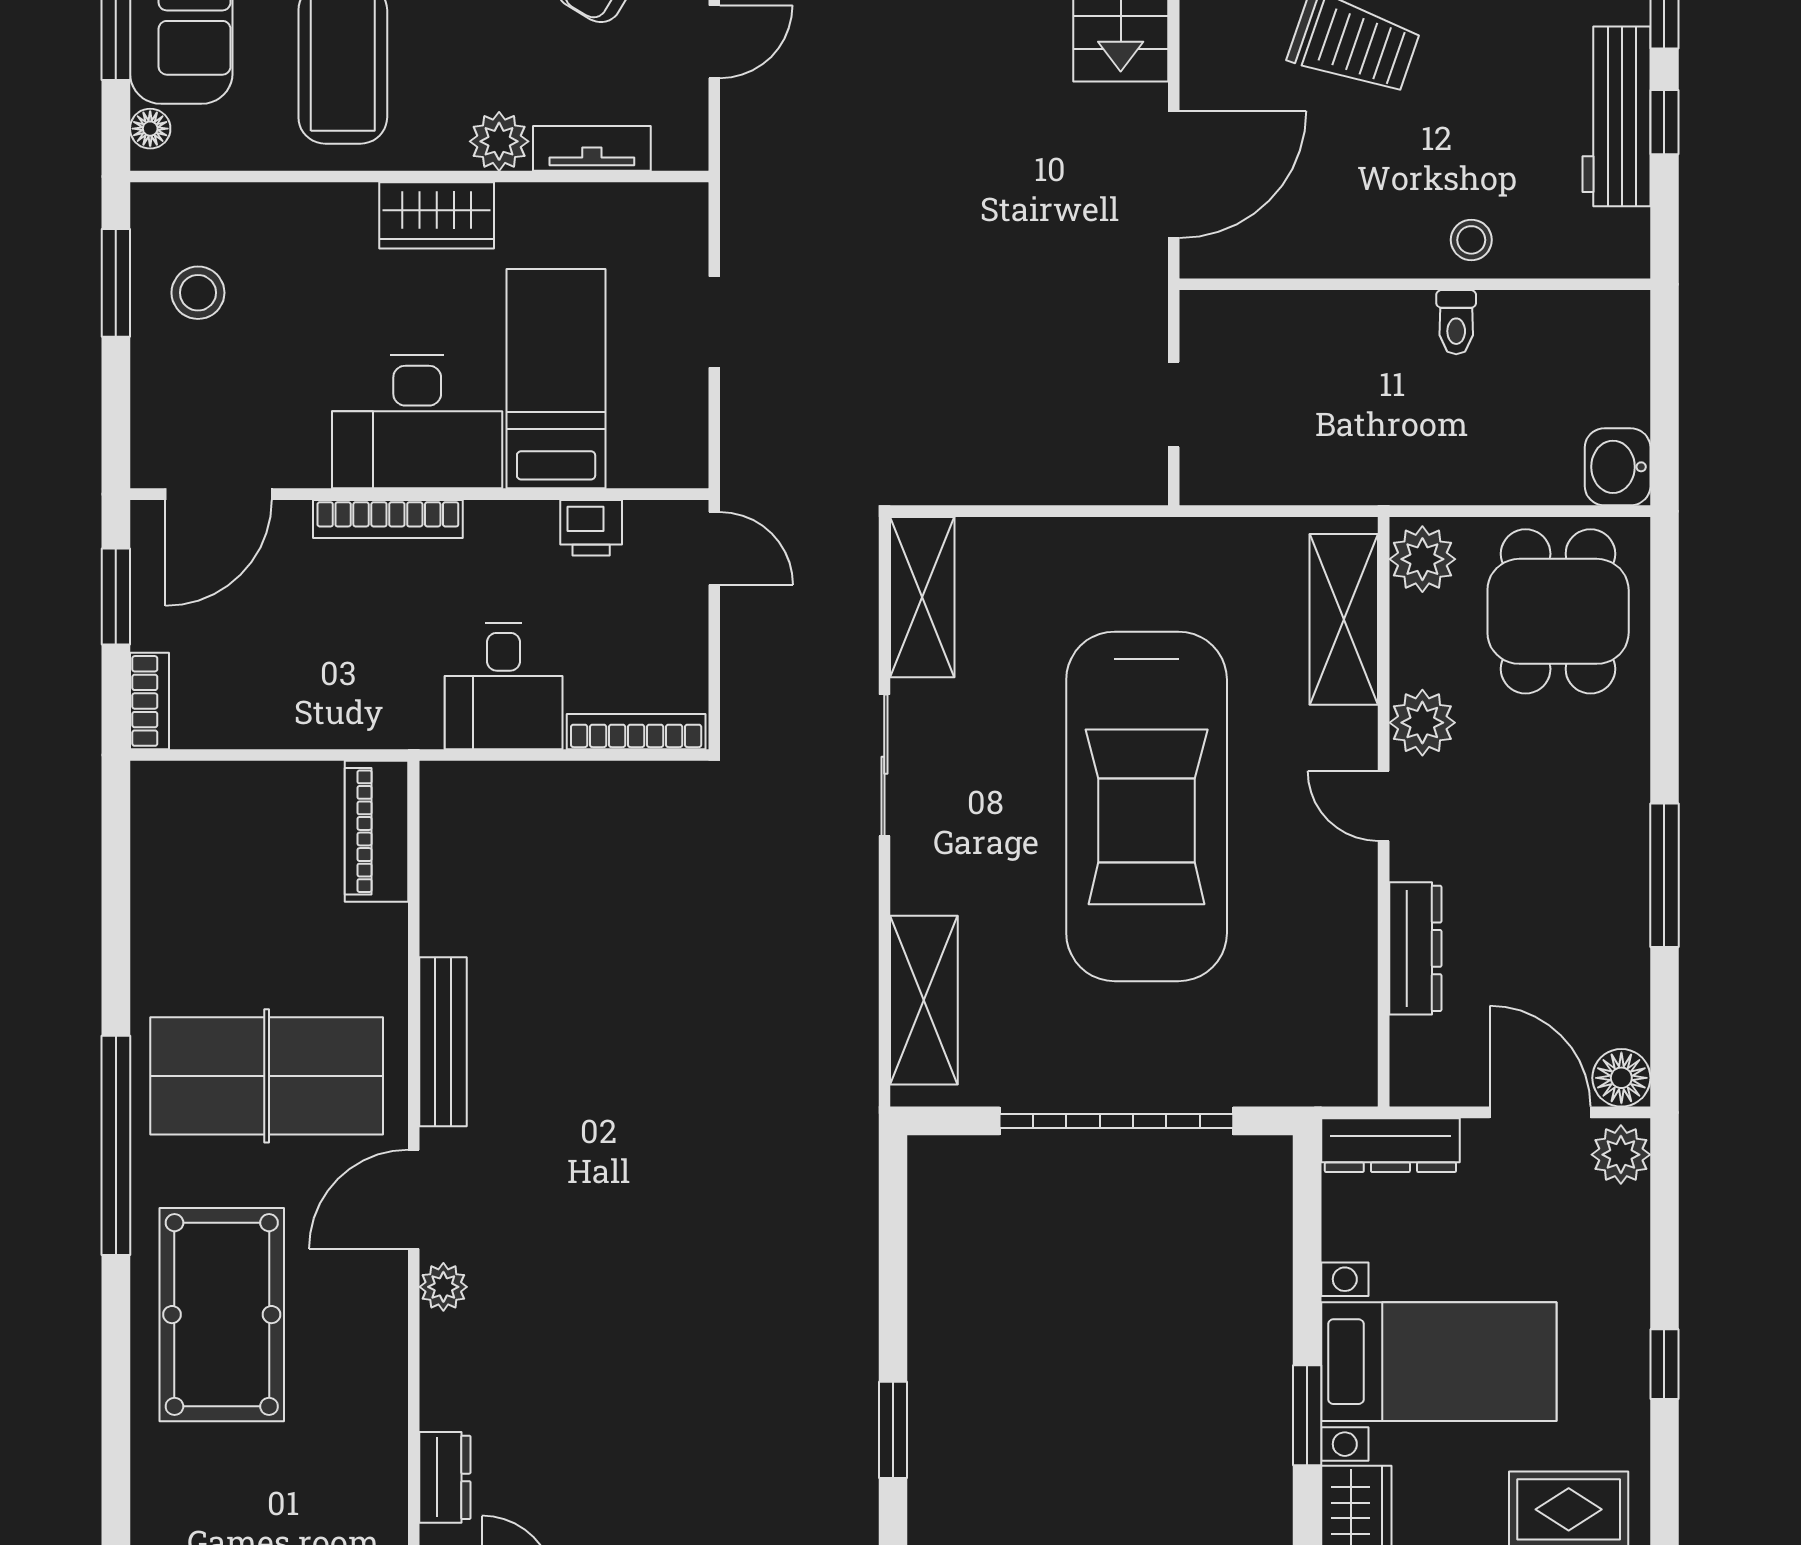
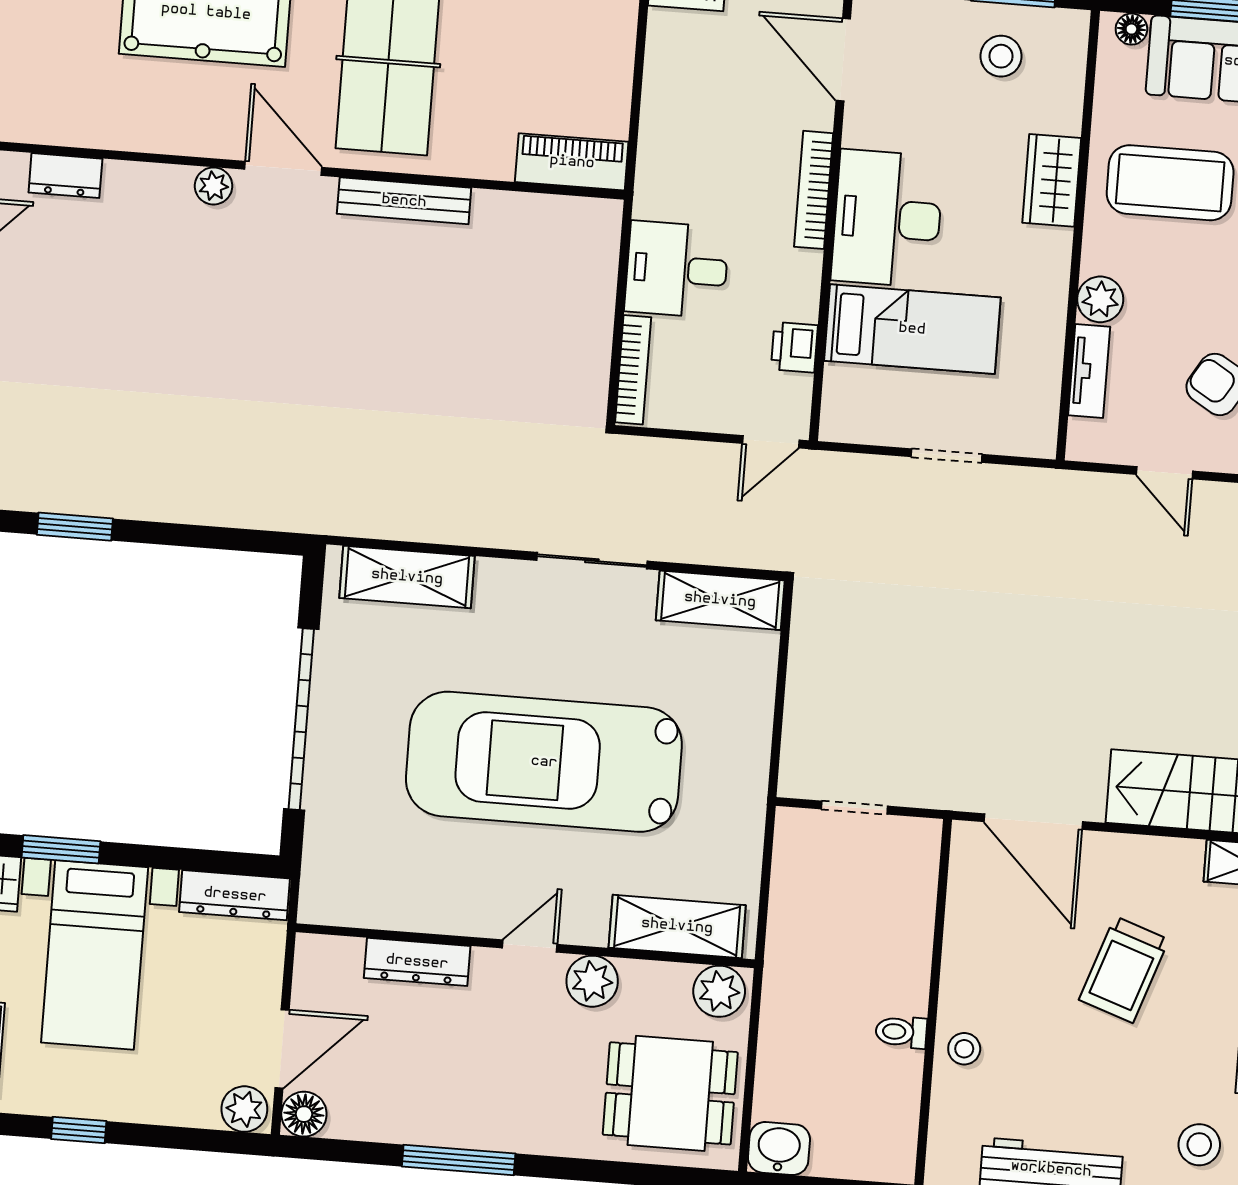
wardrobe: (437, 215) -> (1052, 180), moved
dresser: (1390, 1145) -> (235, 895), moved, turned -90

